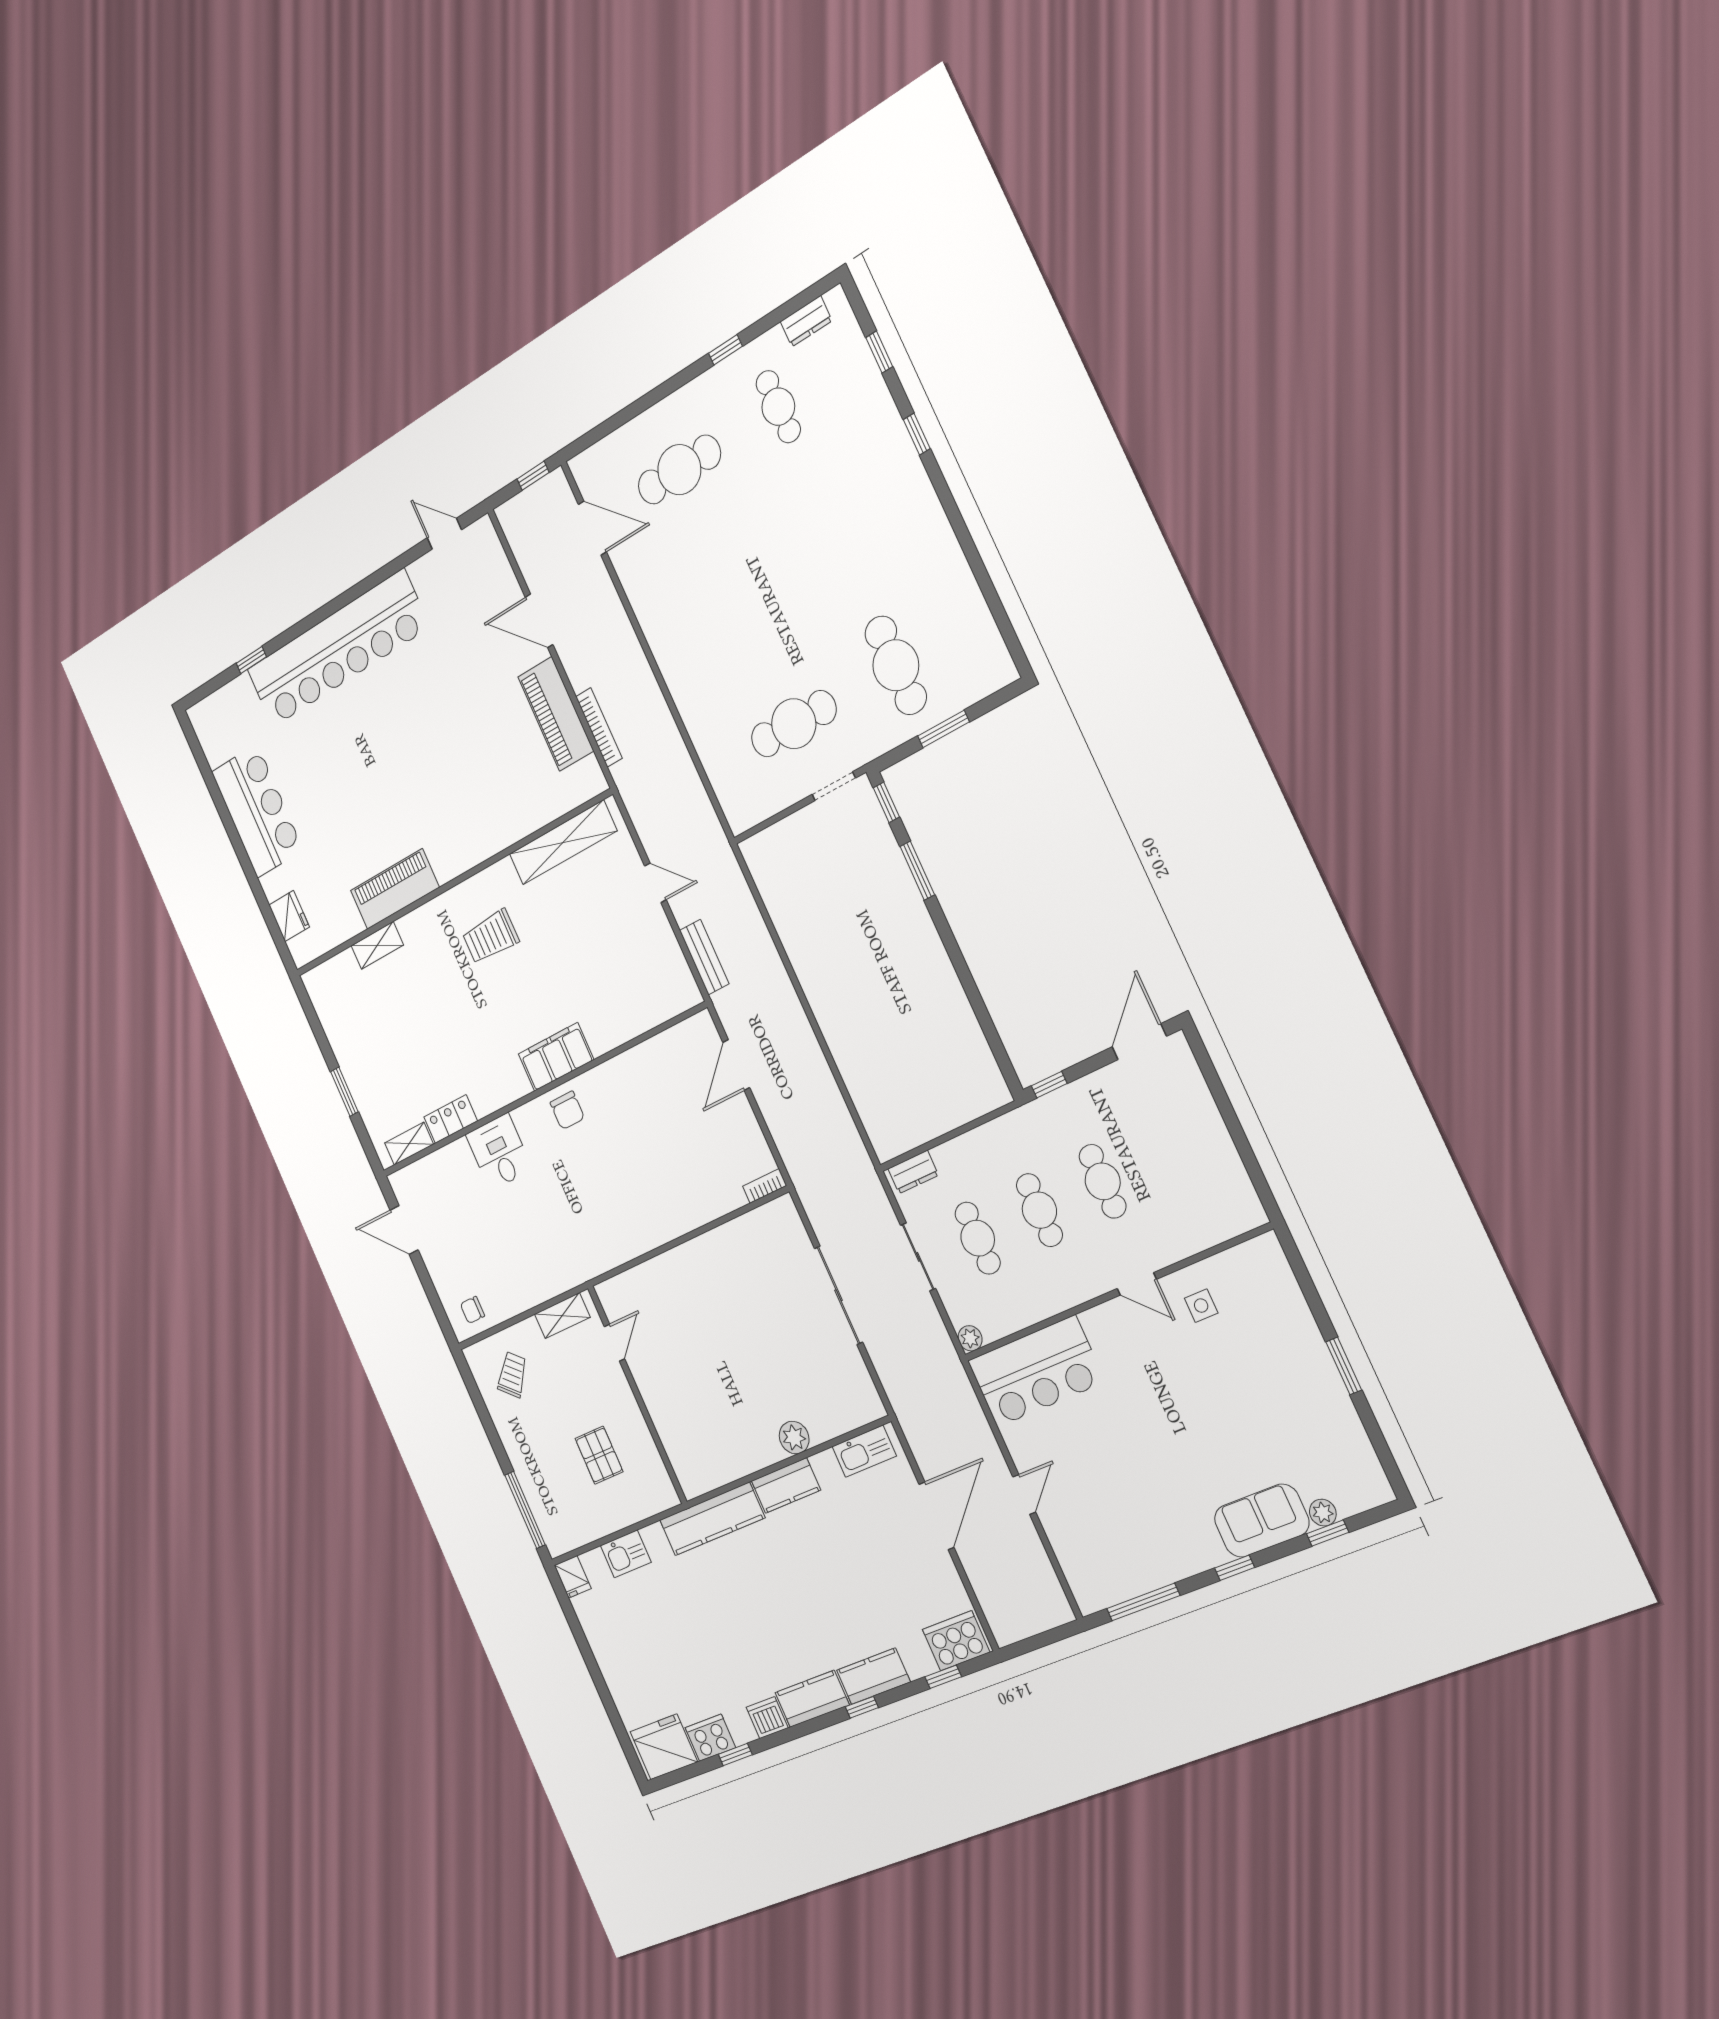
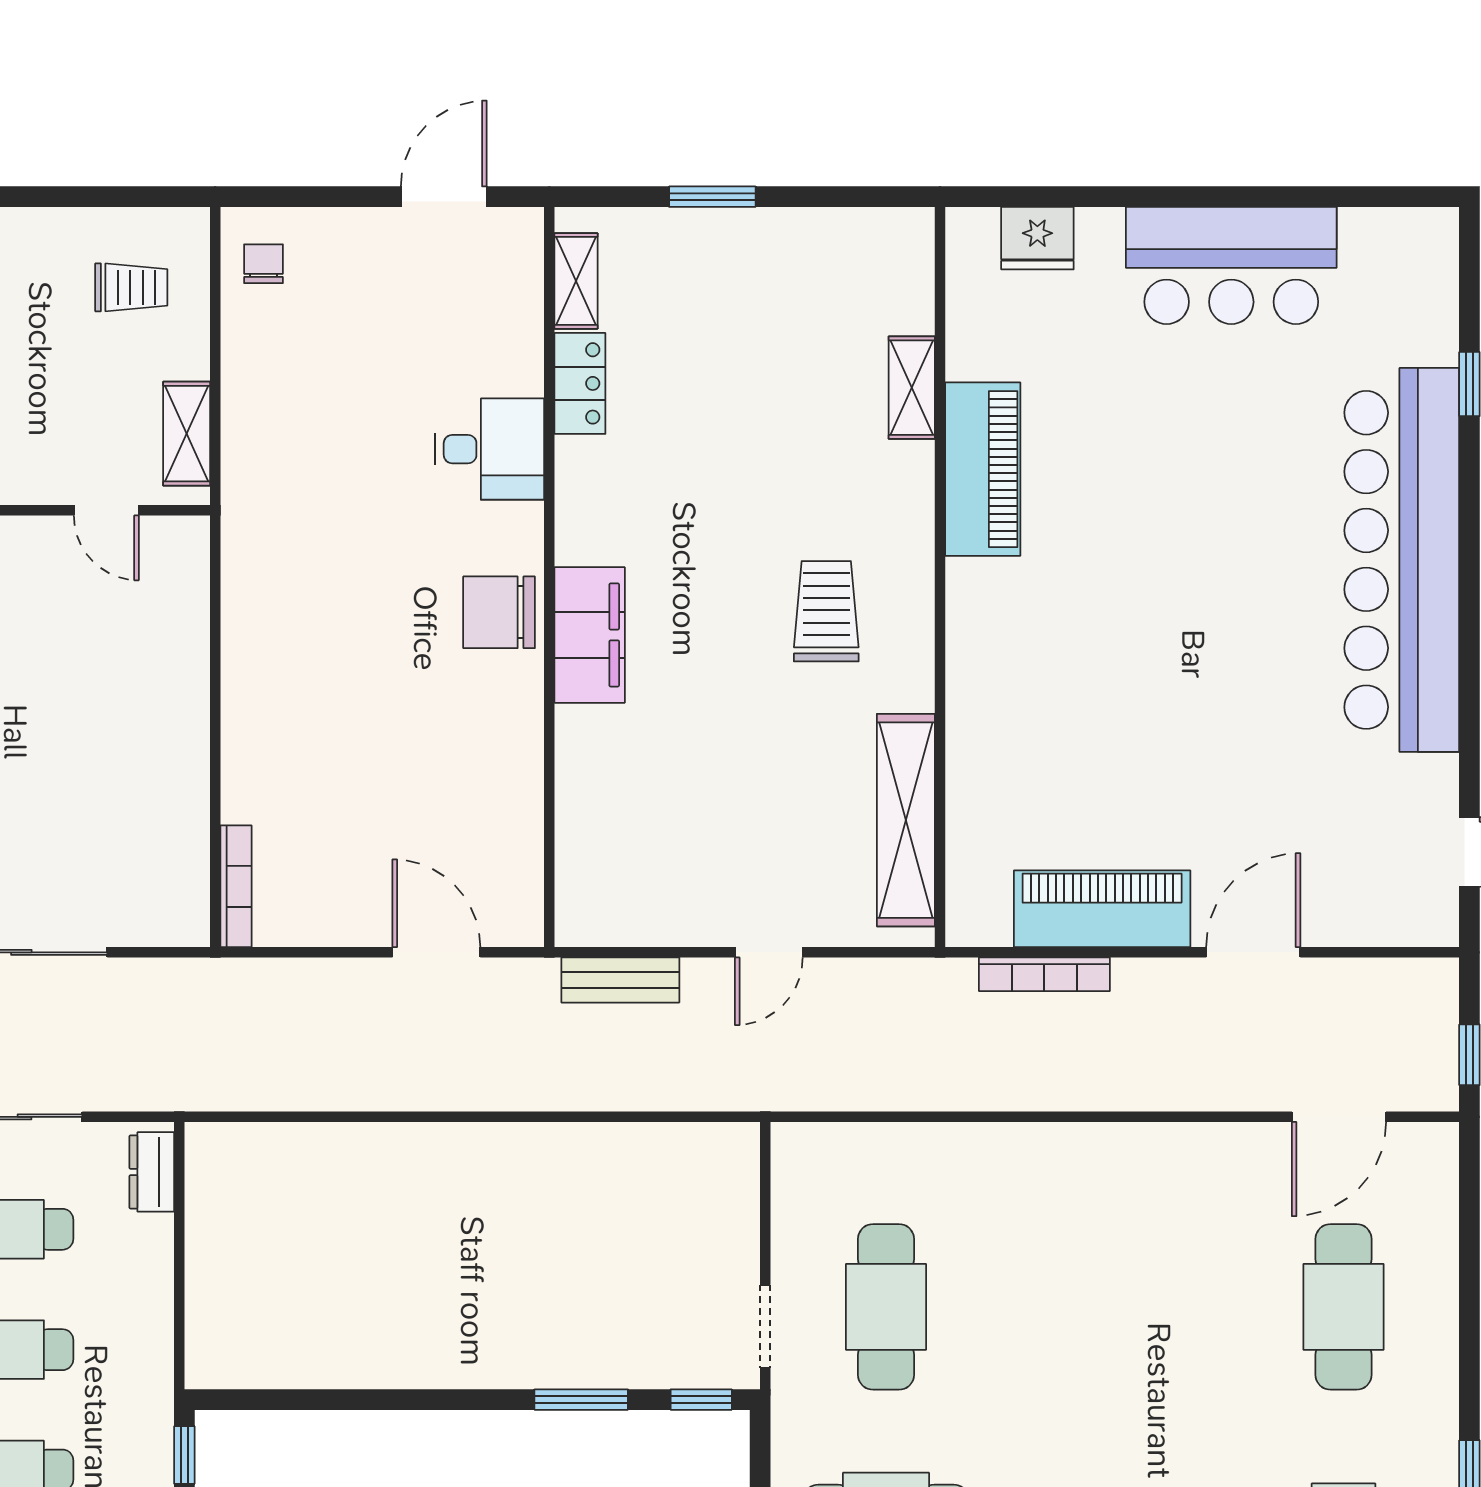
chair: (567, 1110) -> (499, 612), width x1.37, depth x1.37
bookcase: (765, 1186) -> (236, 886), width x1.56
trolley: (512, 1375) -> (131, 287), turned -41

